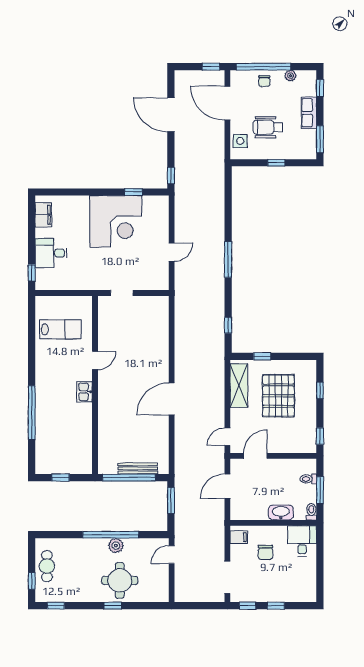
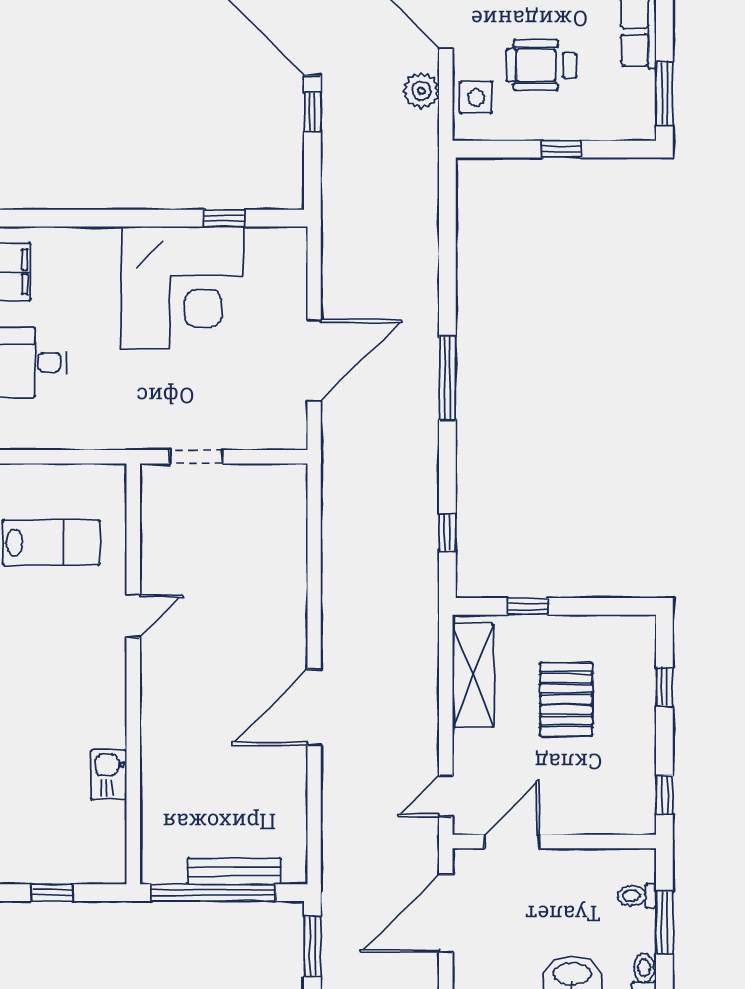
plant: (217, 138) -> (421, 91), added
window: (171, 176) -> (312, 112), moved
door: (172, 252) -> (314, 360), width x1.88
kitchen sink: (85, 392) -> (109, 775), moved
pallet: (278, 396) -> (566, 699), width x0.73, depth x0.71
door: (227, 486) -> (446, 913), width x1.36

